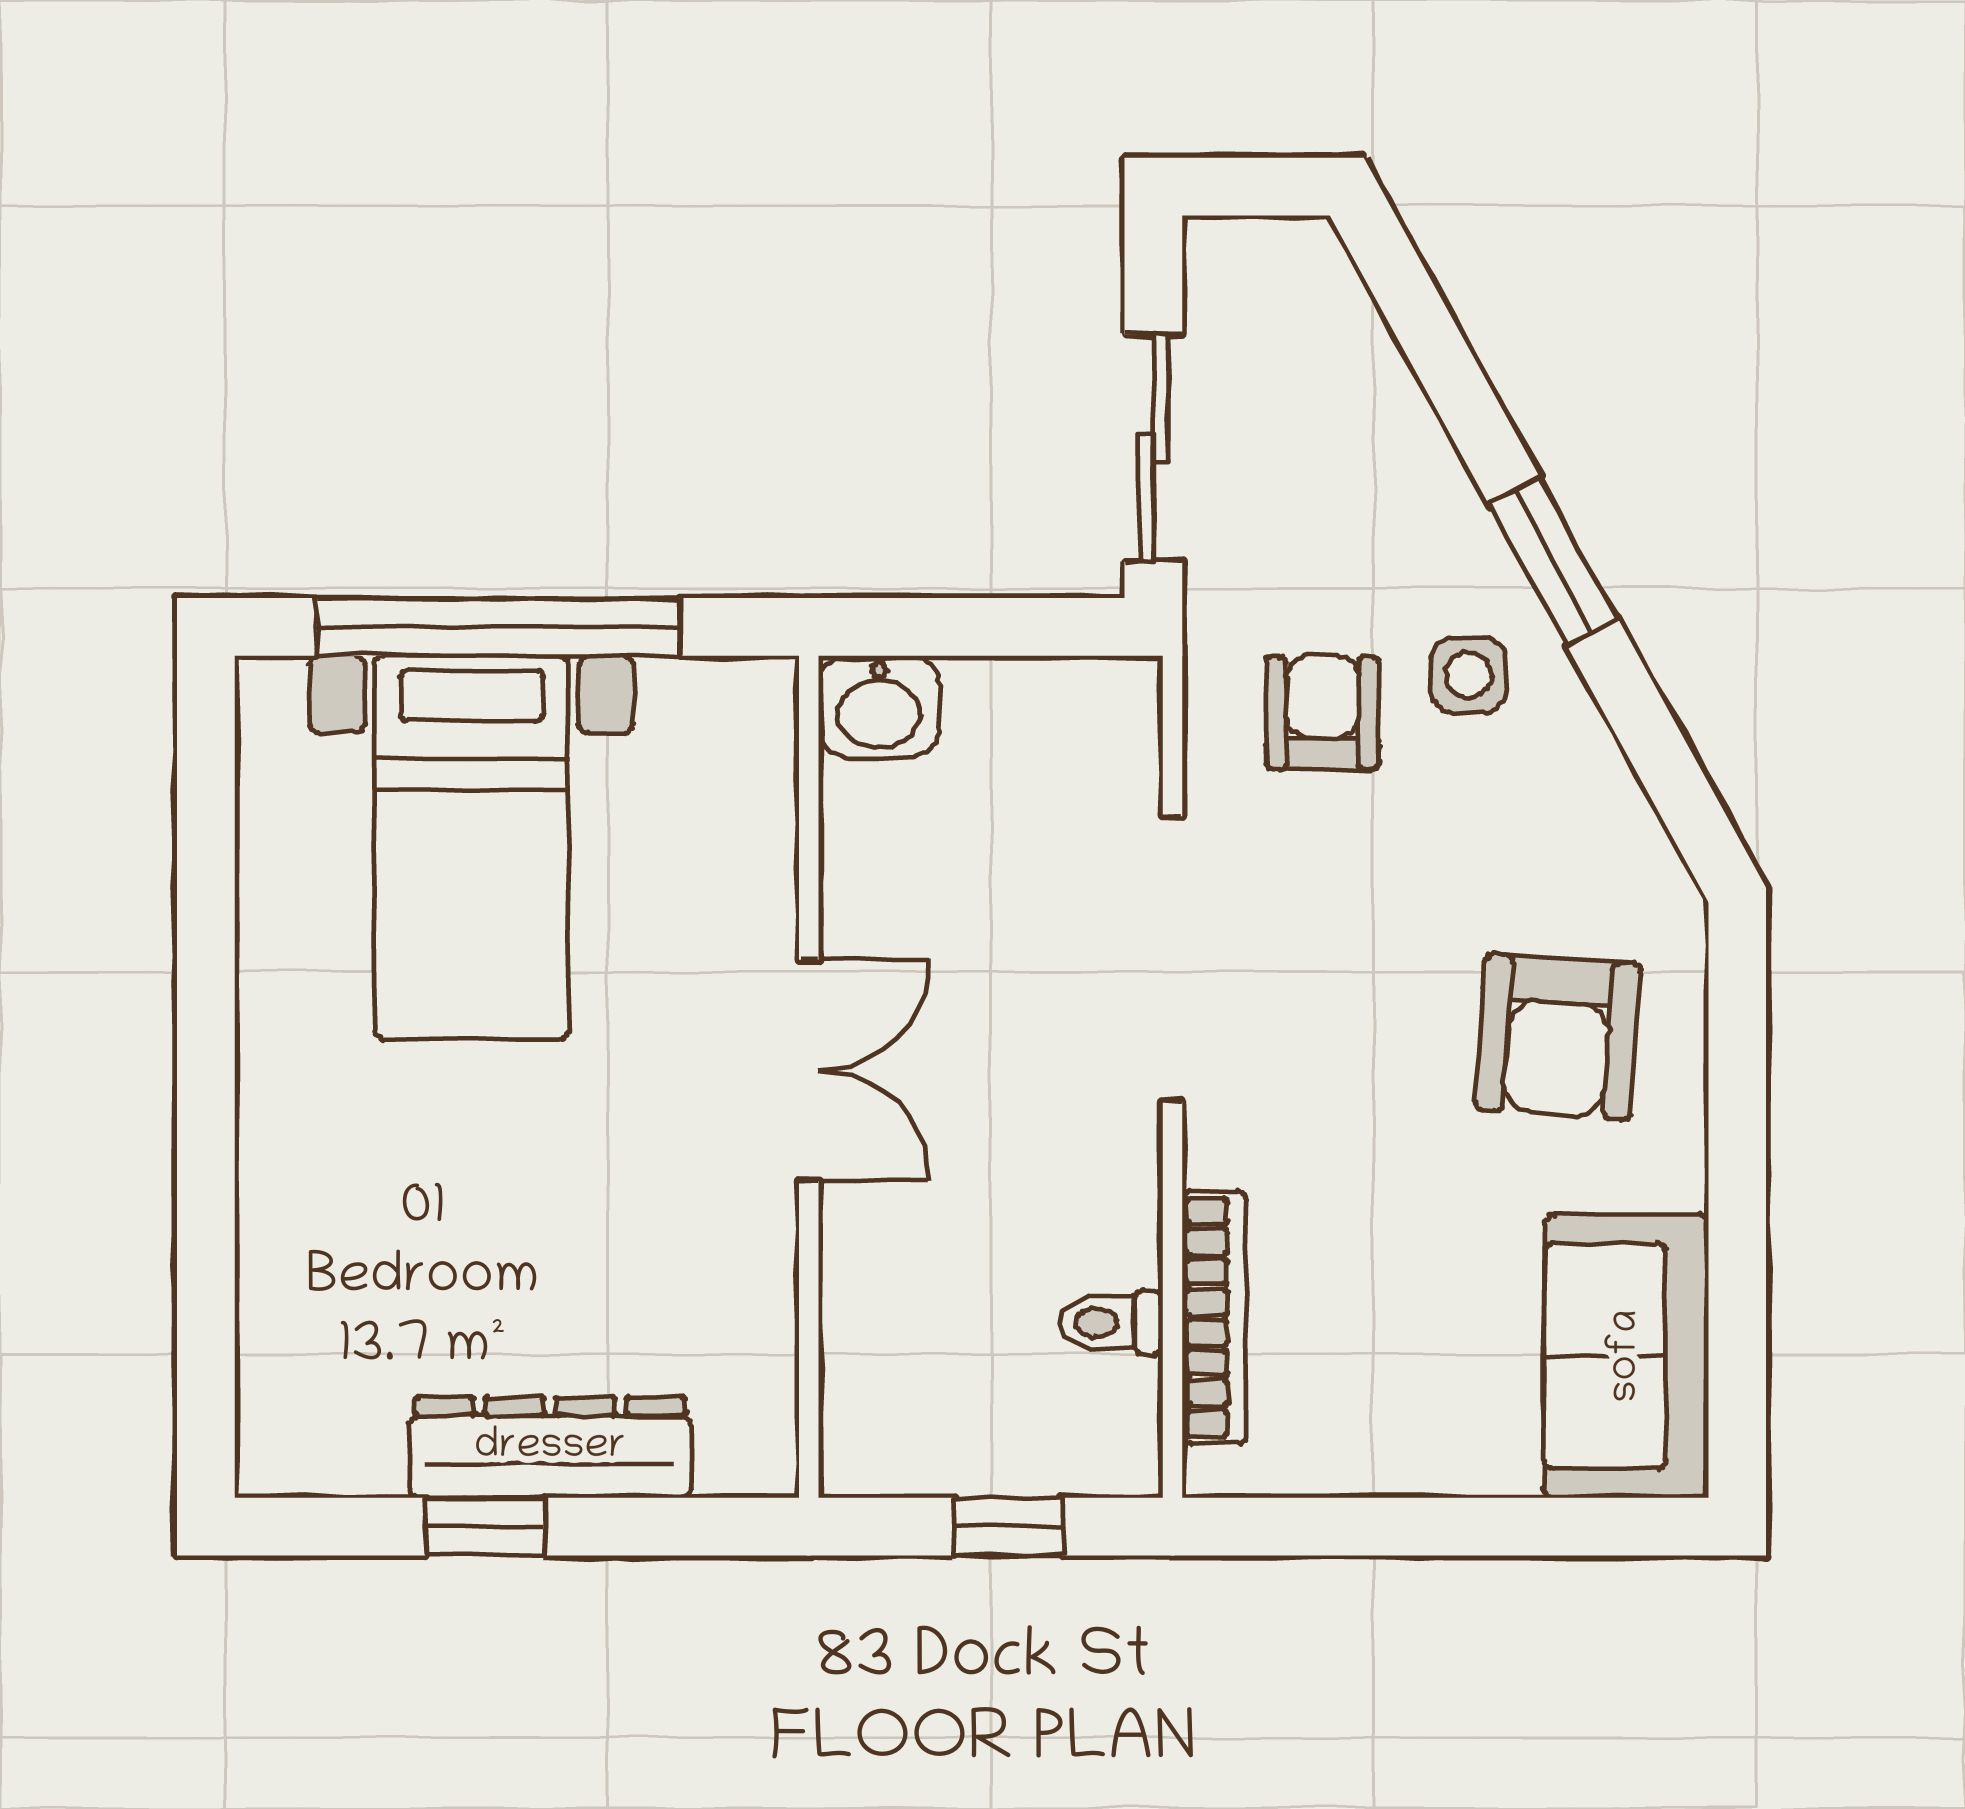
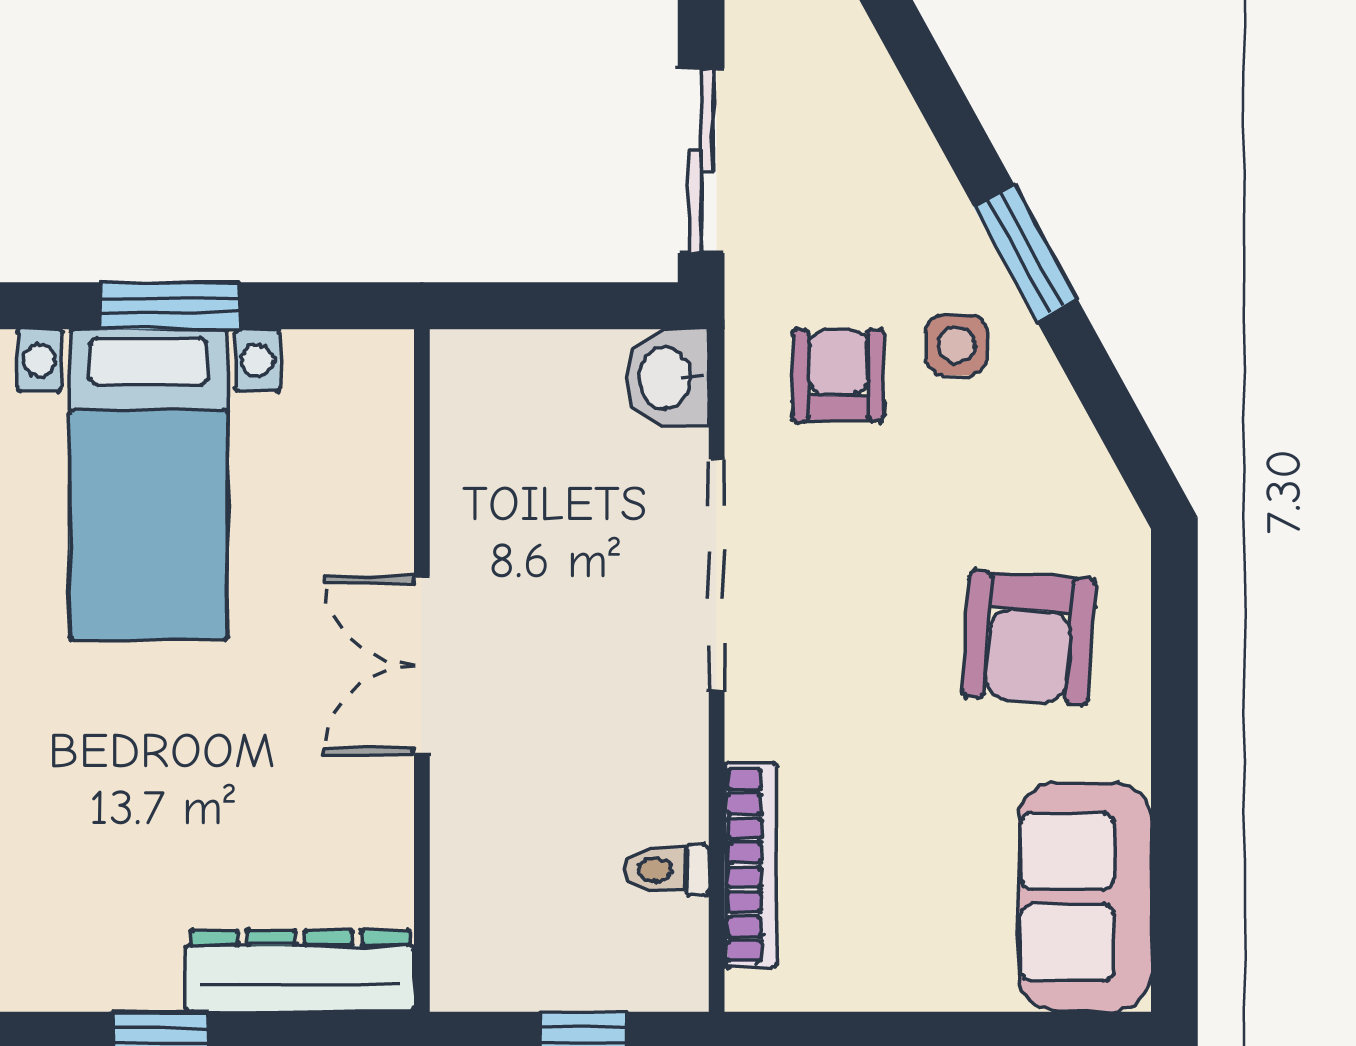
window: (498, 627) -> (170, 306), width x0.47
washbasin: (879, 707) -> (667, 378), moved, turned 90
double door: (809, 1070) -> (422, 665), swing flipped
dresser: (550, 1448) -> (300, 971), moved

